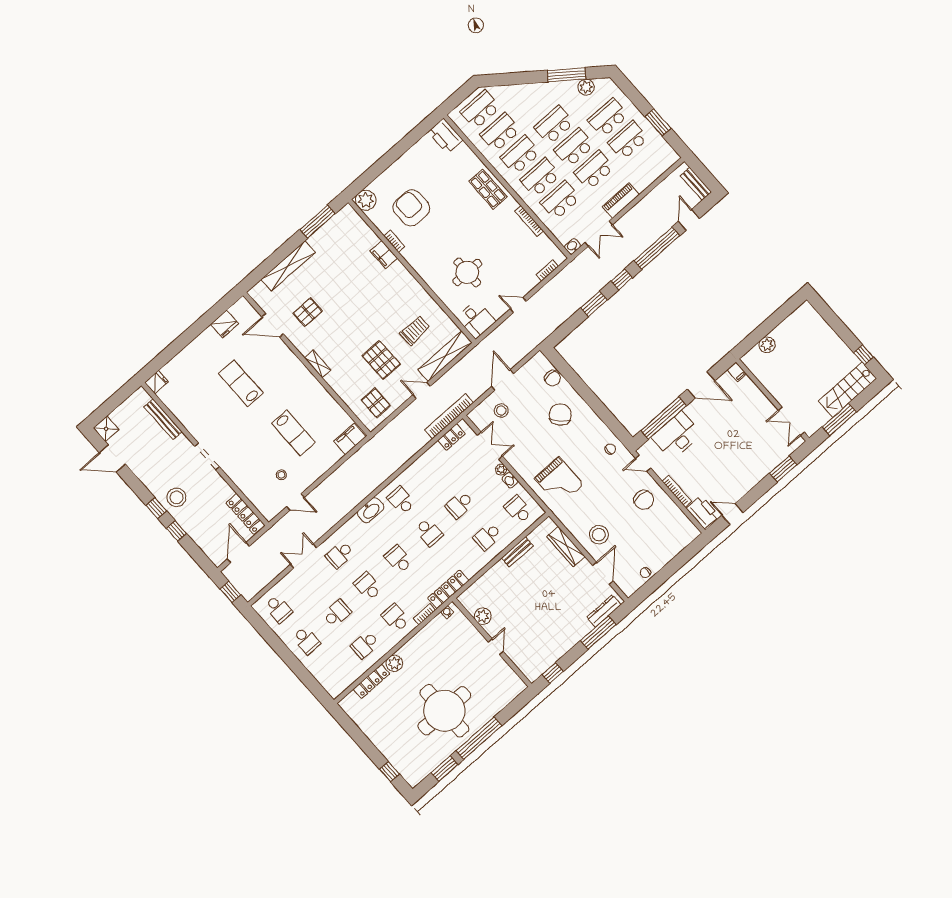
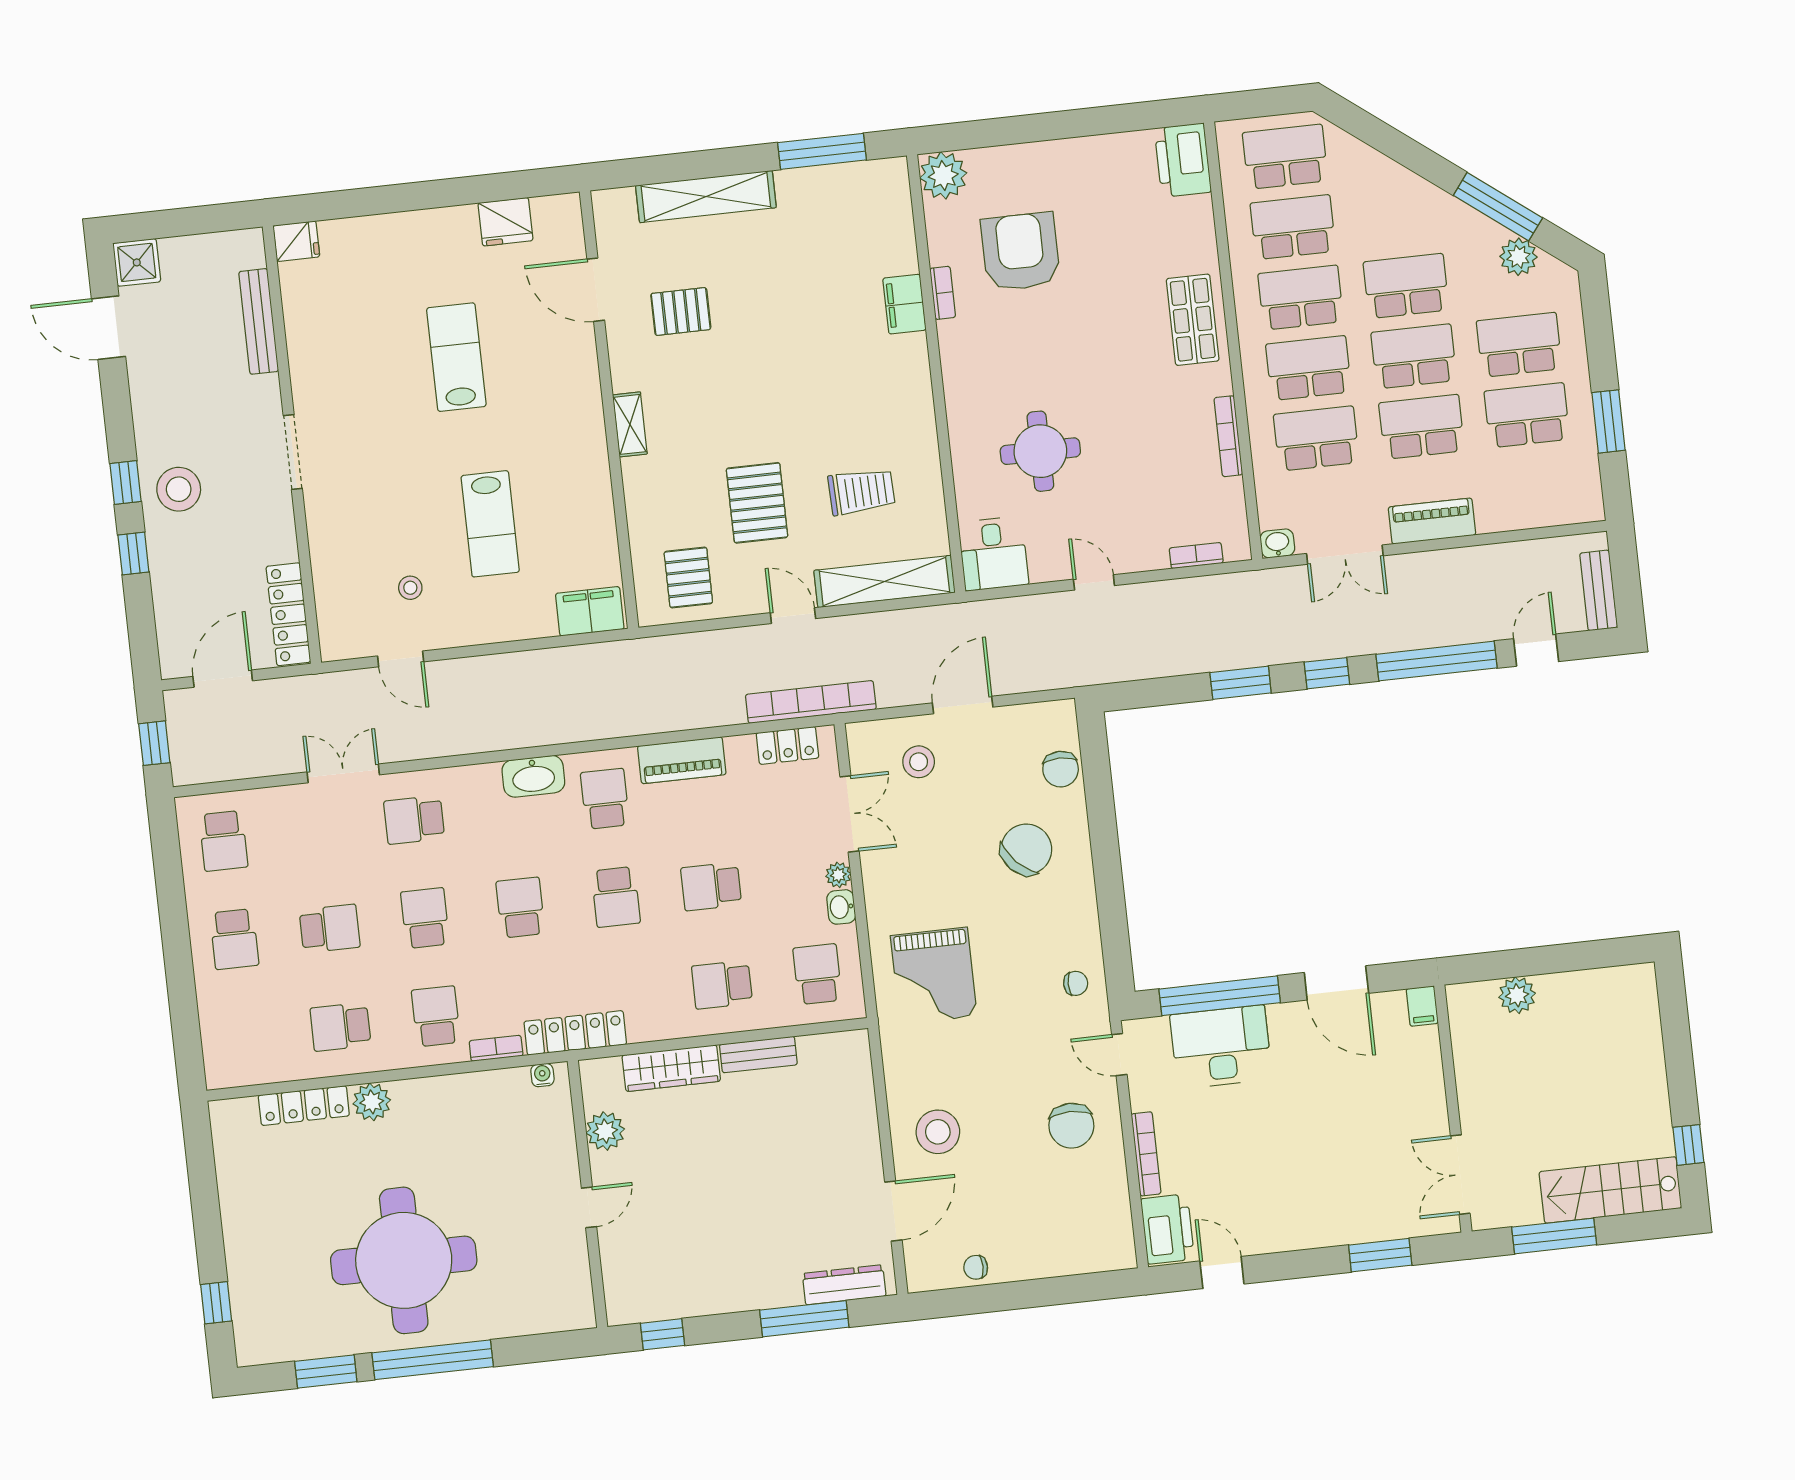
piano: (418, 468) -> (682, 760), added
wardrobe: (566, 546) -> (671, 1068), moved, turned -90

